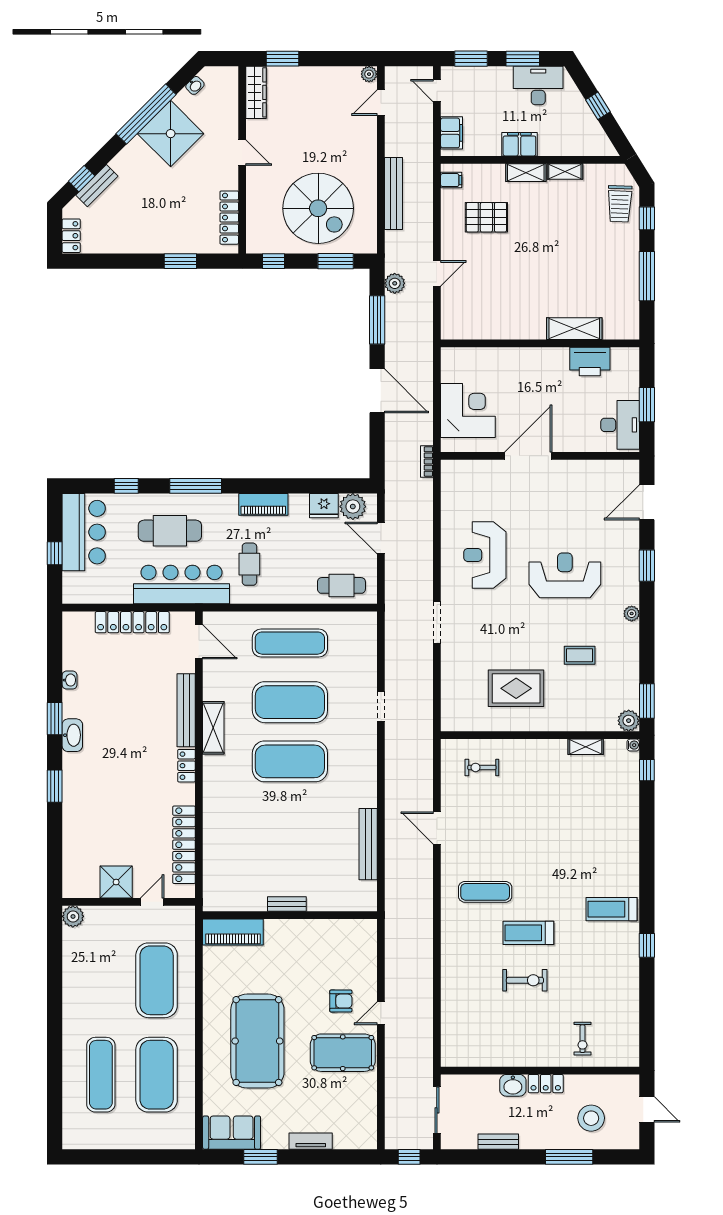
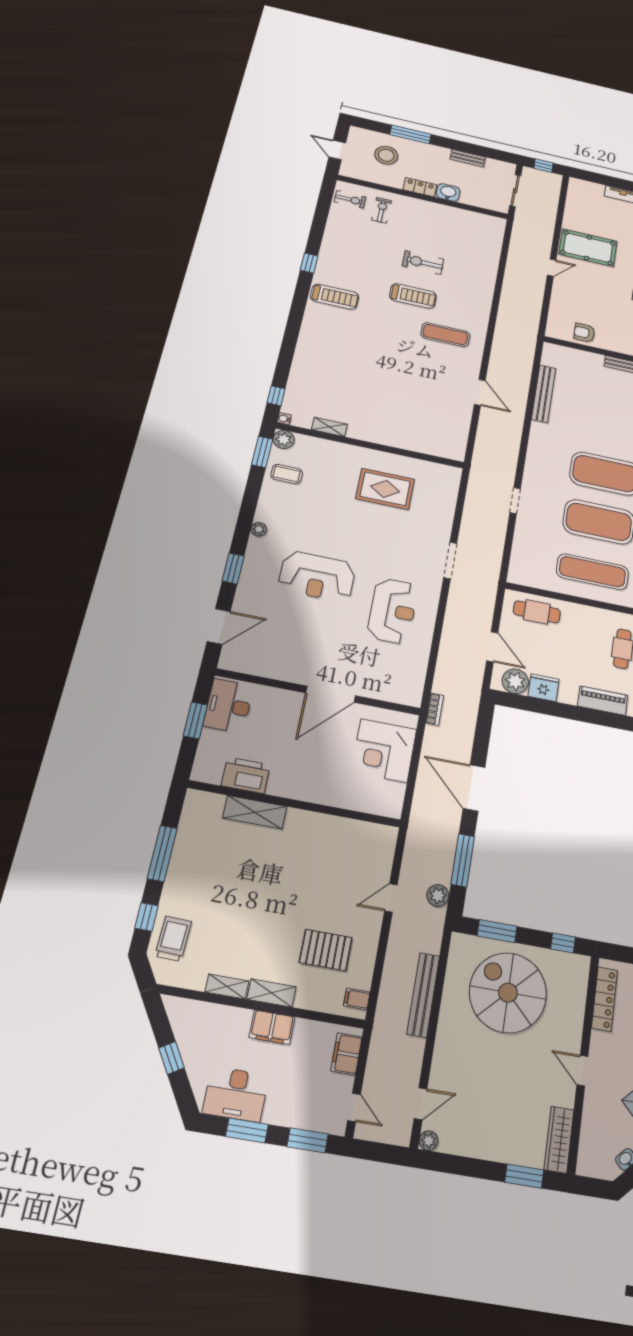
coffee table: (580, 655) -> (287, 474), moved
exercise bike: (482, 767) -> (350, 199), moved
armchair: (341, 1001) -> (584, 333), moved

